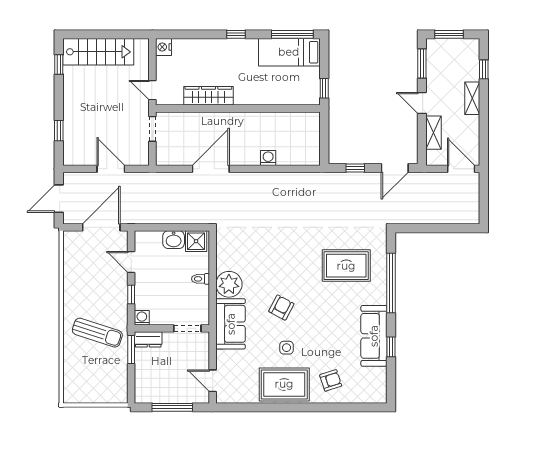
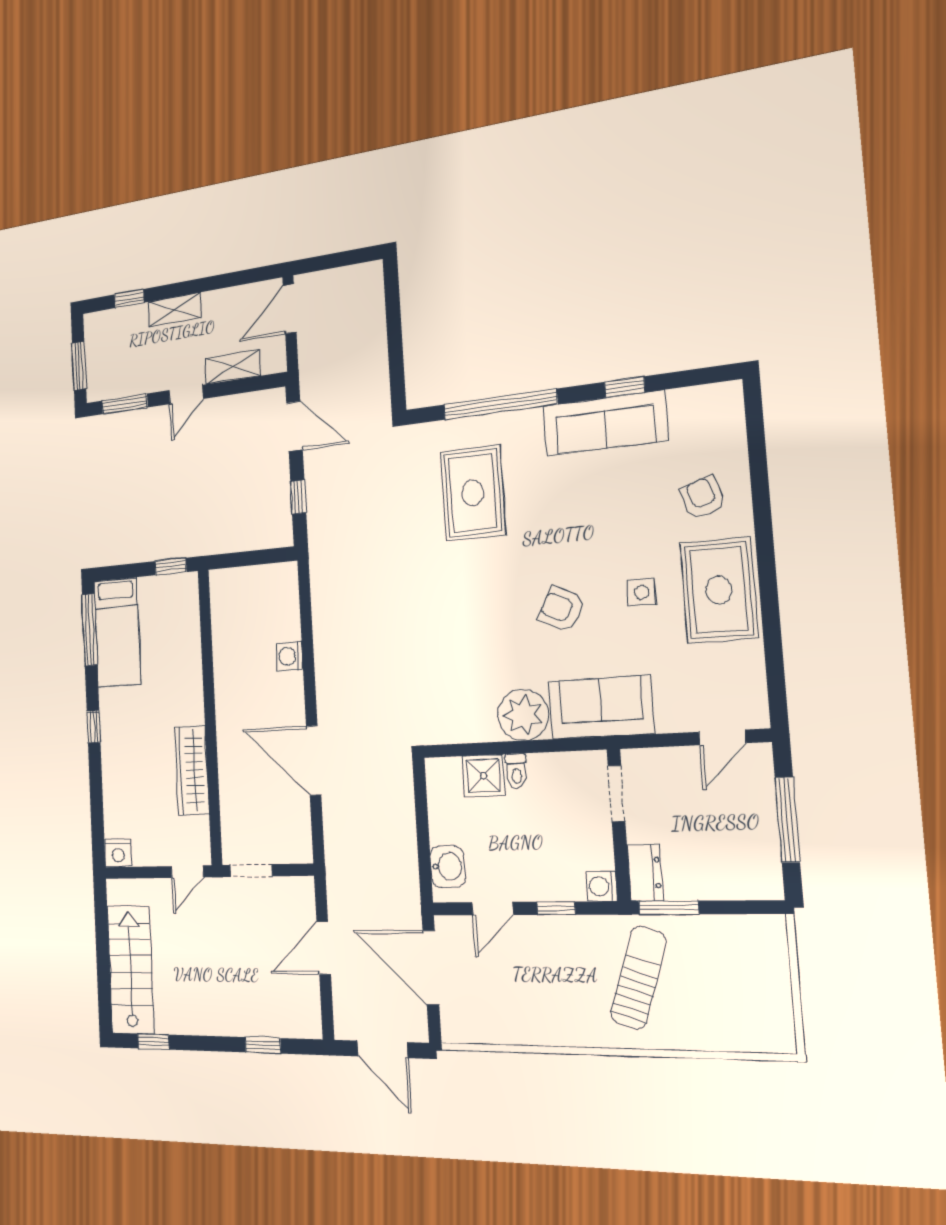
washbasin: (174, 240) -> (448, 867), moved
shower: (196, 241) -> (483, 776), moved

